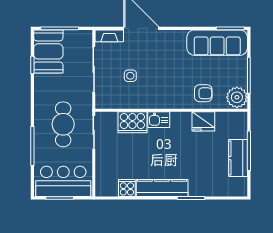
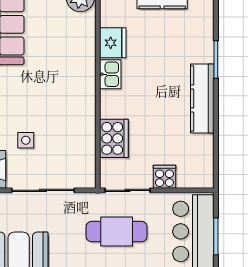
side table: (130, 76) -> (26, 140), moved
armchair: (203, 93) -> (75, 43), removed
kitchen sink: (159, 120) -> (110, 74), moved
cooker: (127, 188) -> (164, 177), moved, turned 90

